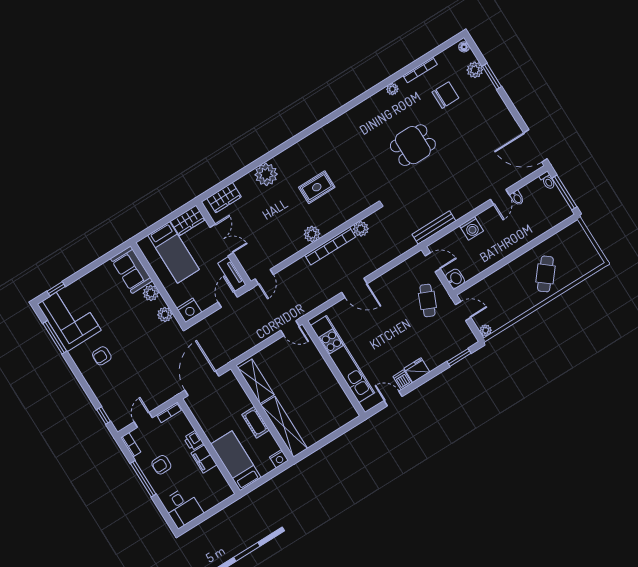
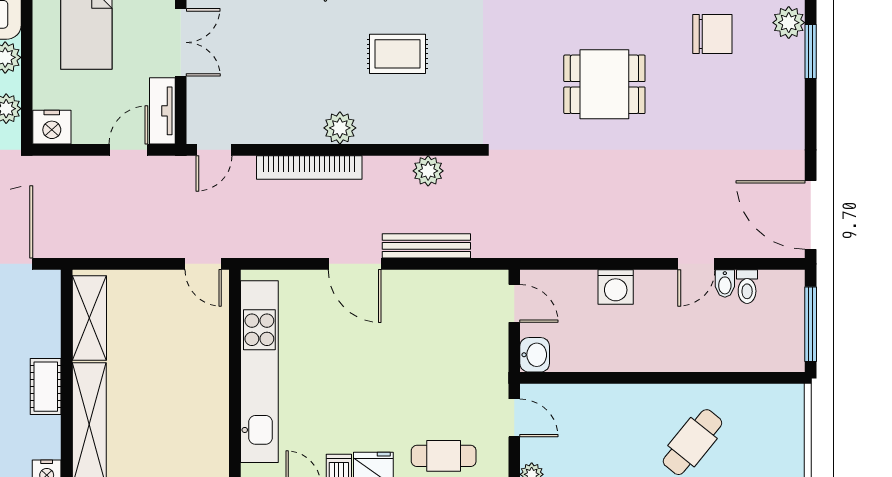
toilet: (547, 181) -> (747, 287), moved
bench: (434, 228) -> (426, 246), moved
bookcase: (330, 246) -> (309, 167), moved
cafe table: (427, 300) -> (444, 456), moved, turned 67

